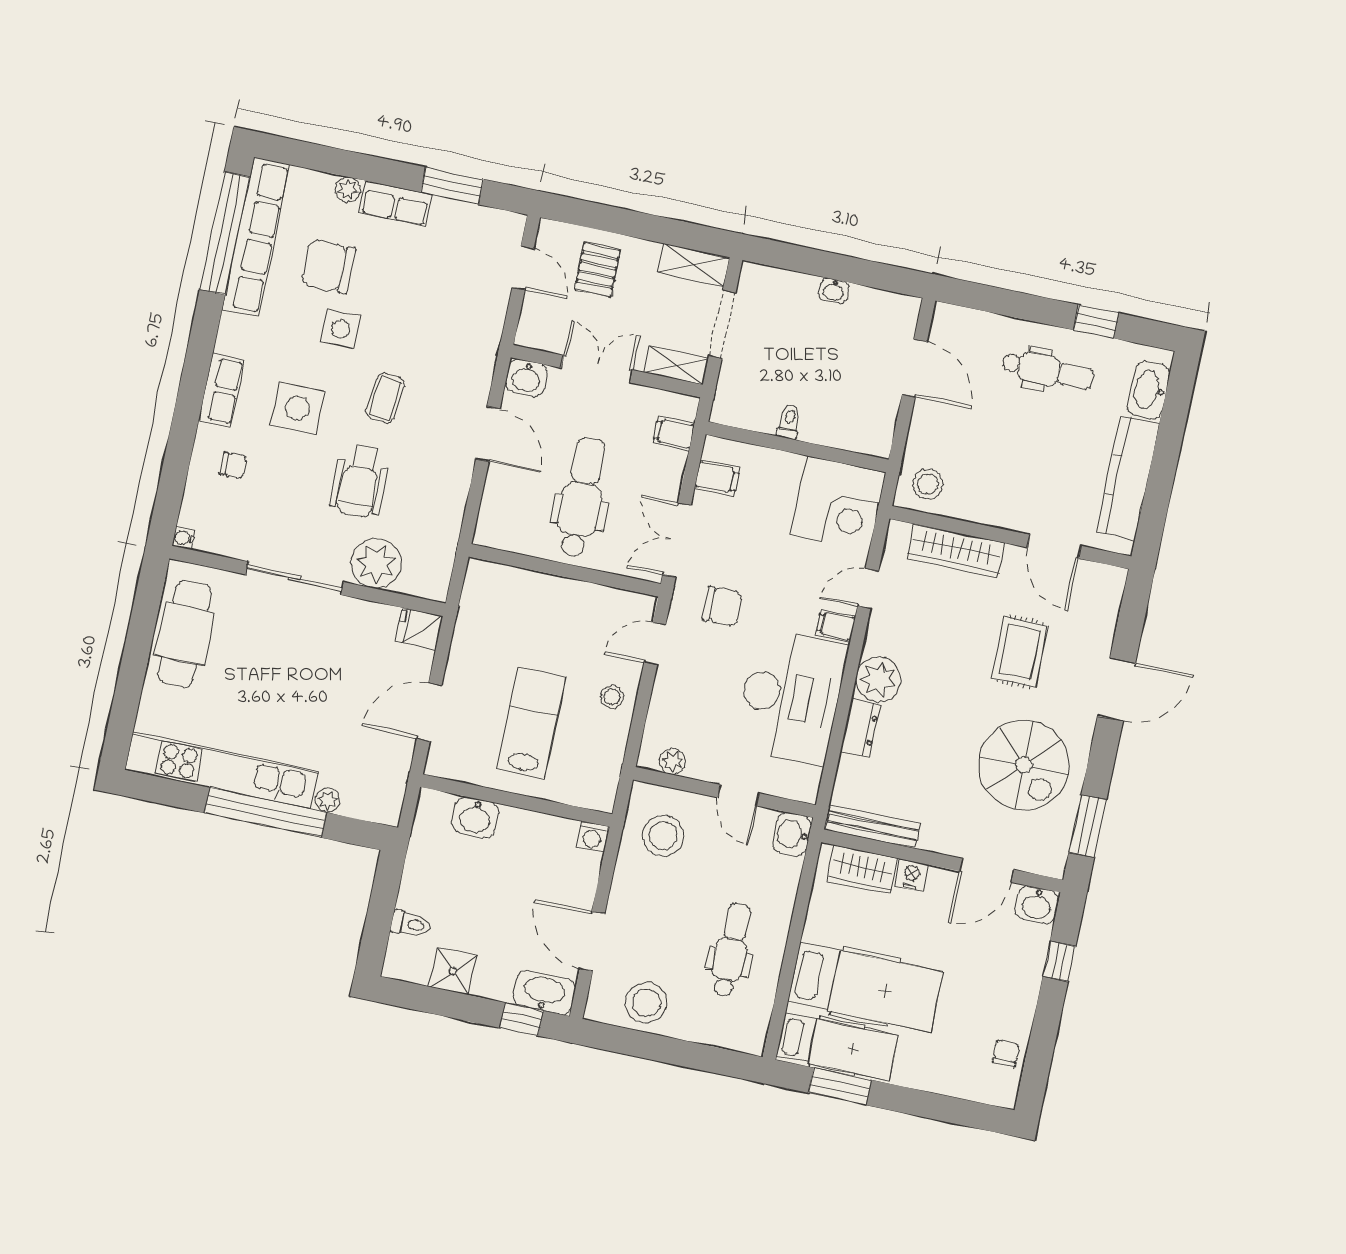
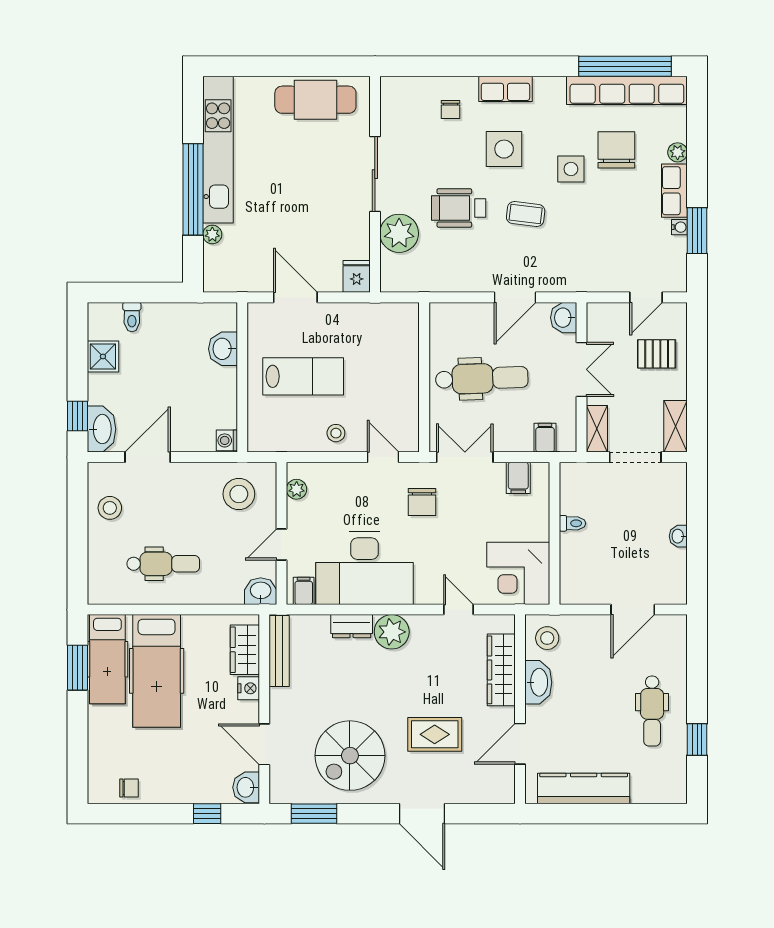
washbasin: (1149, 390) -> (538, 682), moved, turned 90
water cooler: (184, 538) -> (679, 227), moved, turned 90
filing cabinet: (836, 626) -> (304, 591), moved
stool: (646, 1003) -> (110, 508), width x0.73, depth x0.73

